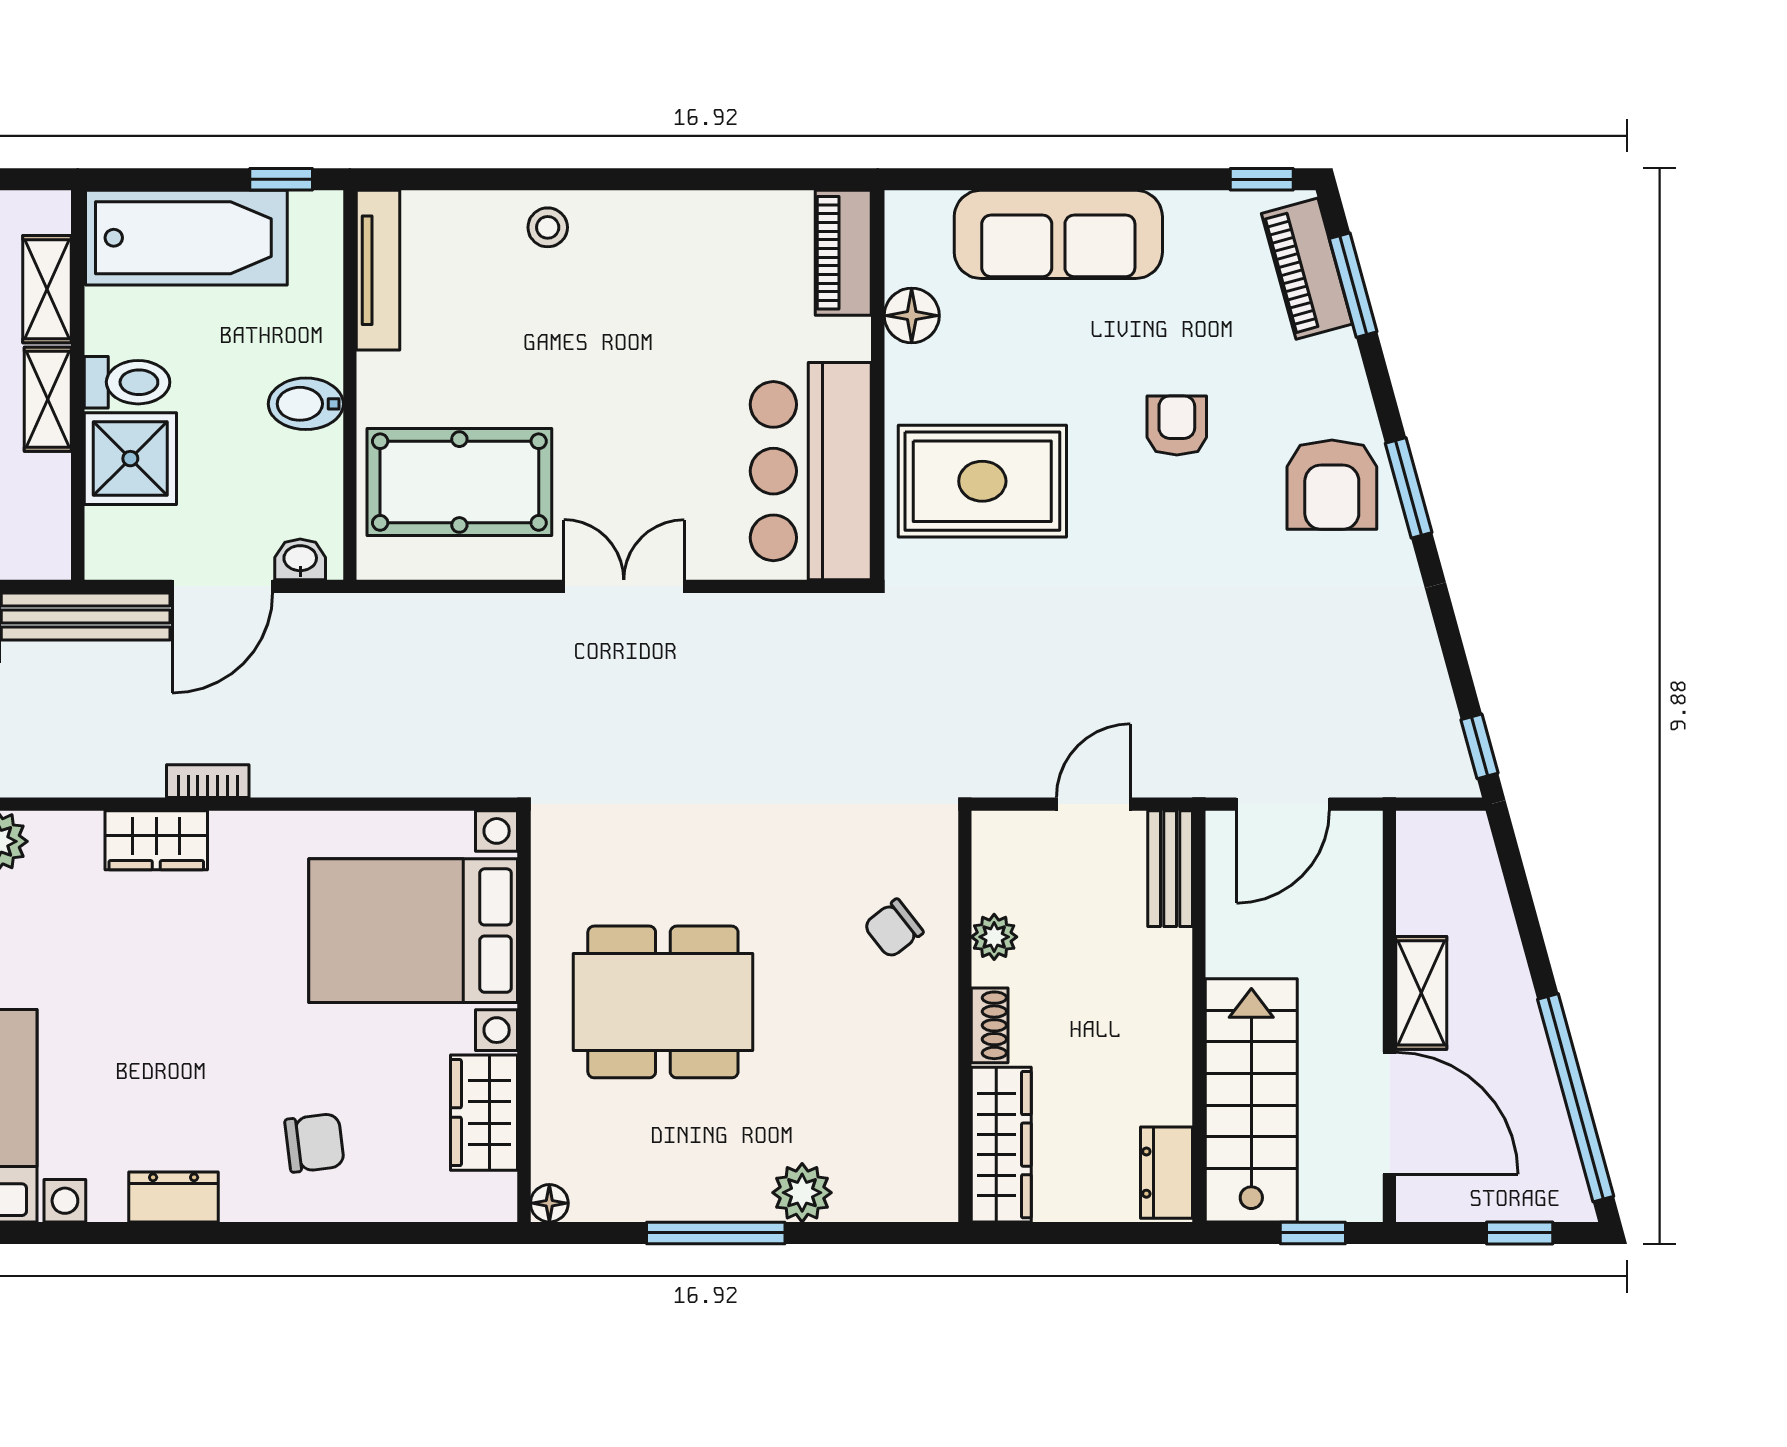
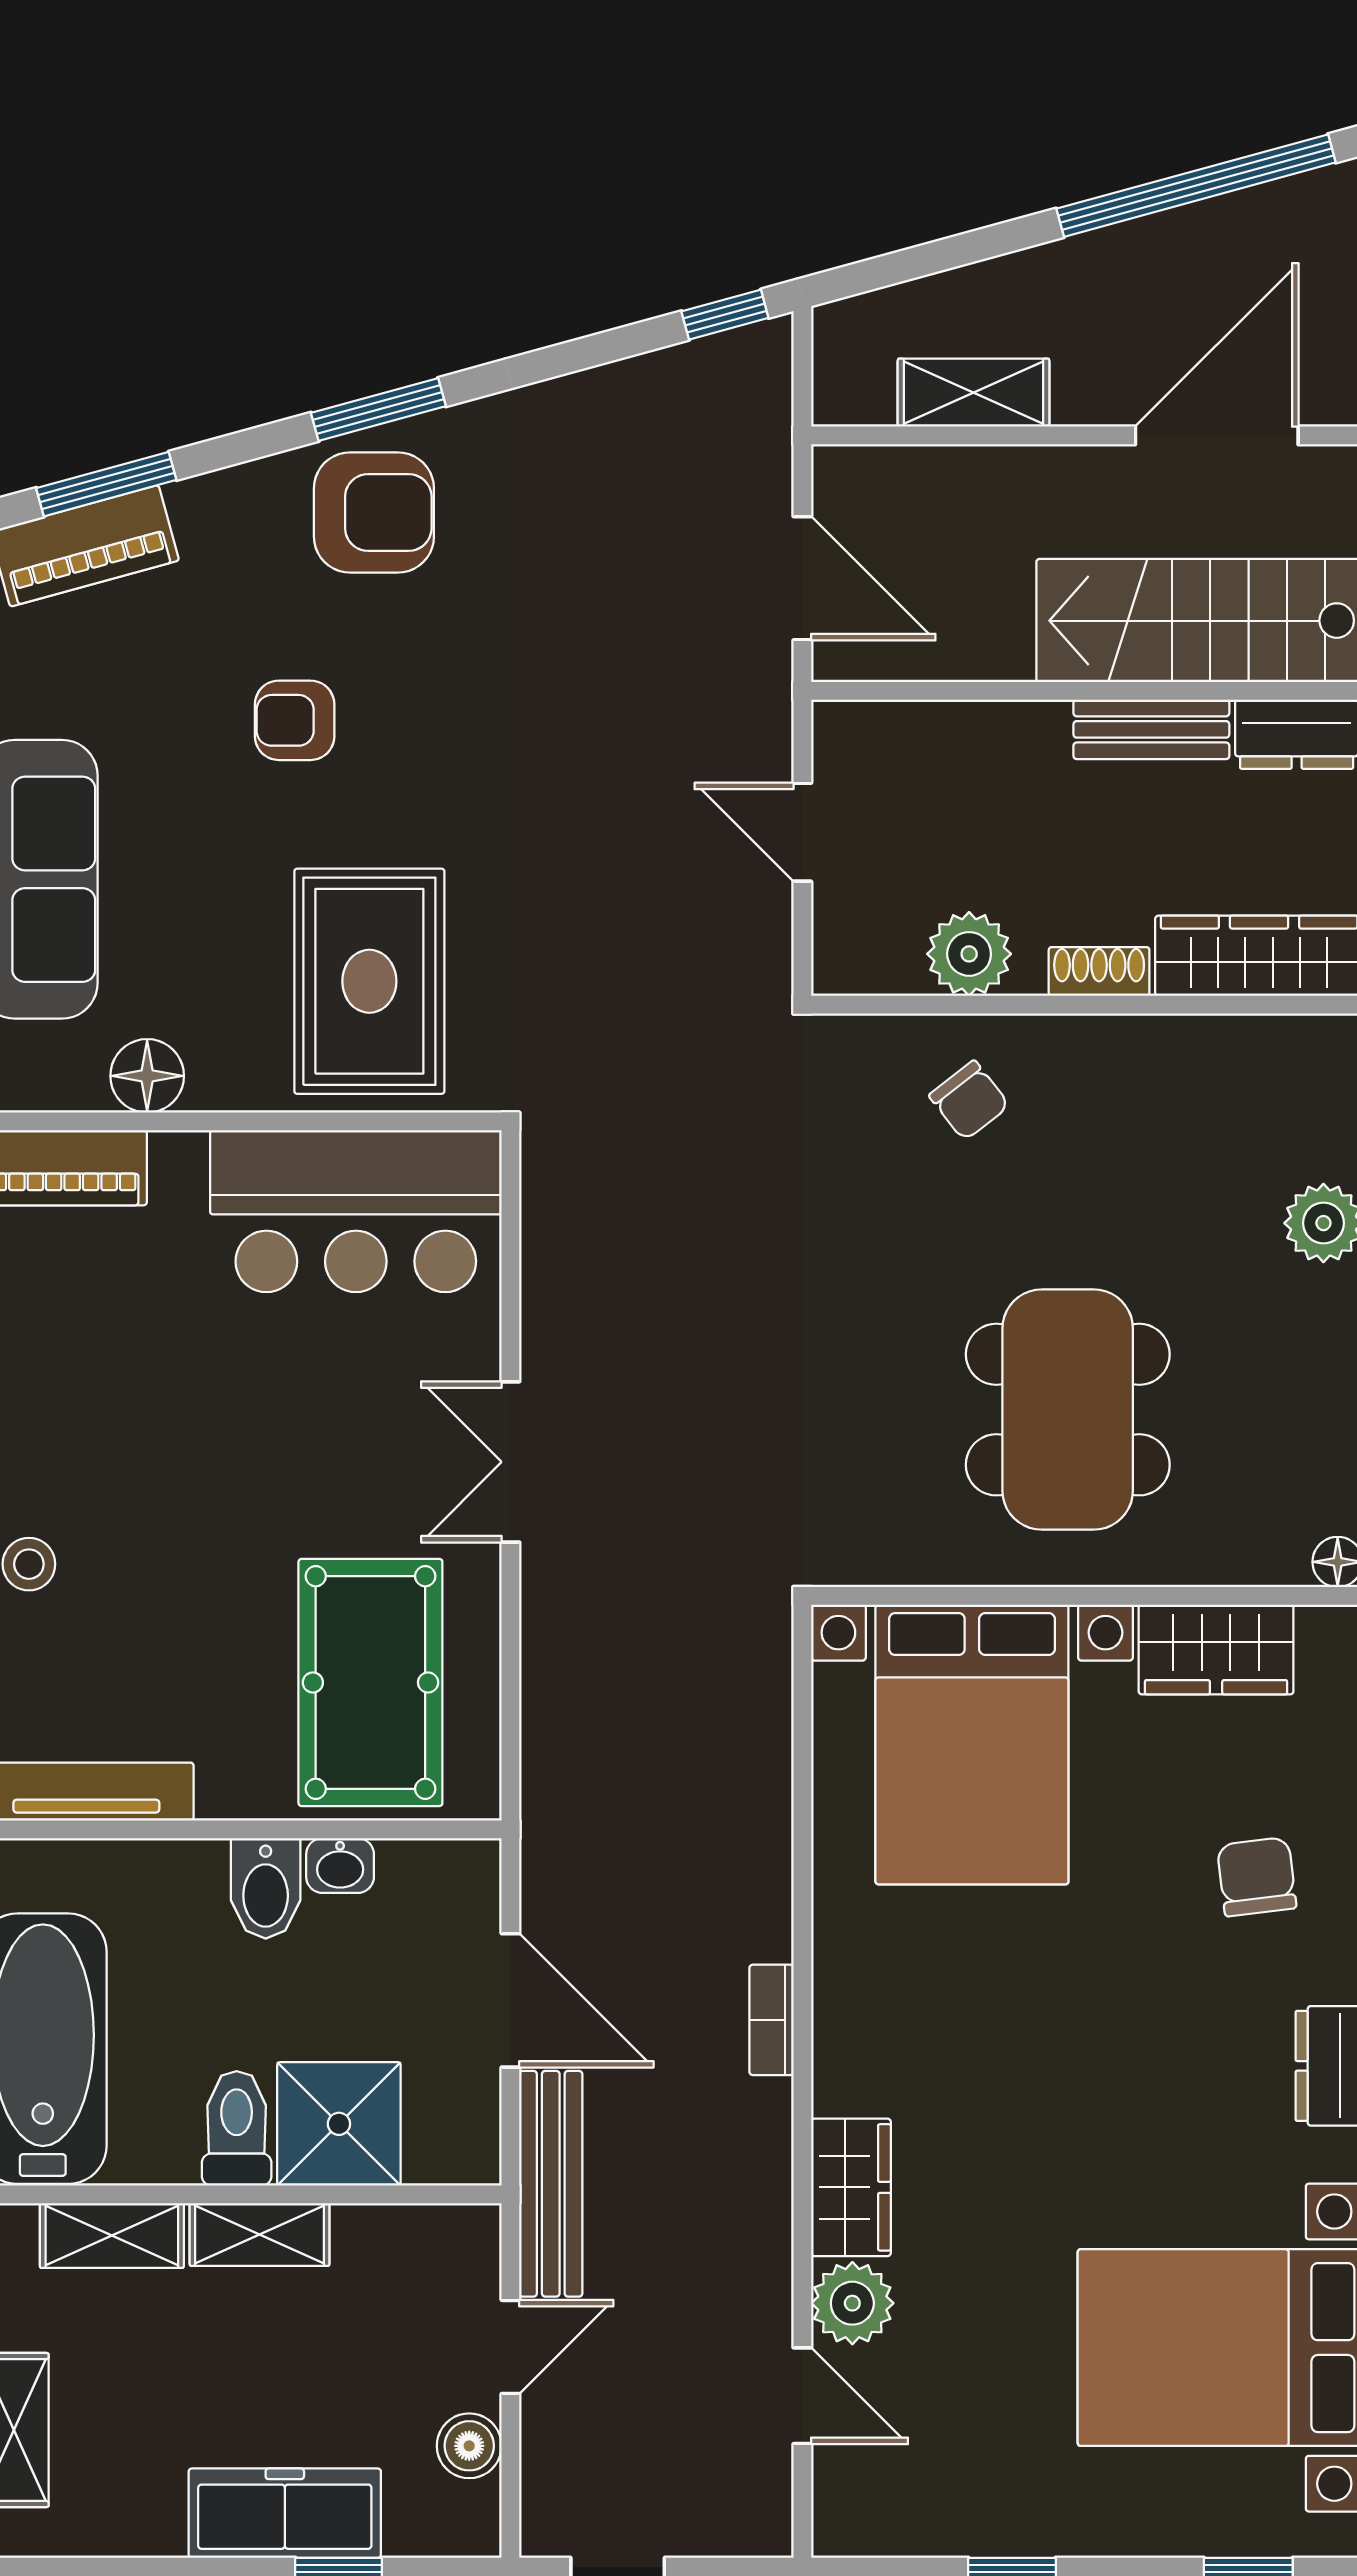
washbasin: (300, 559) -> (340, 1866), moved, turned -90
wardrobe: (156, 840) -> (851, 2187), moved
bench: (1170, 869) -> (1151, 729), moved
plant: (994, 937) -> (969, 954), width x1.38, depth x1.38
shelving: (1421, 993) -> (973, 393), moved

